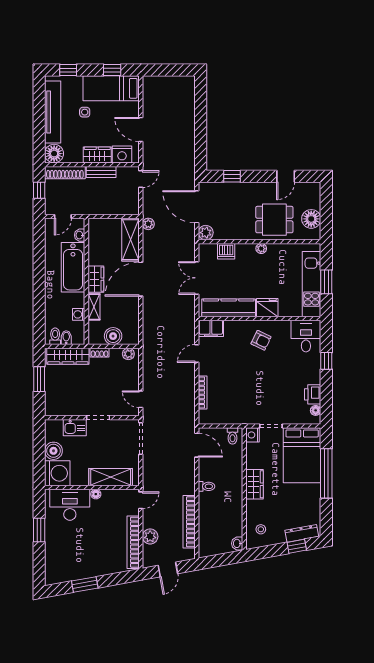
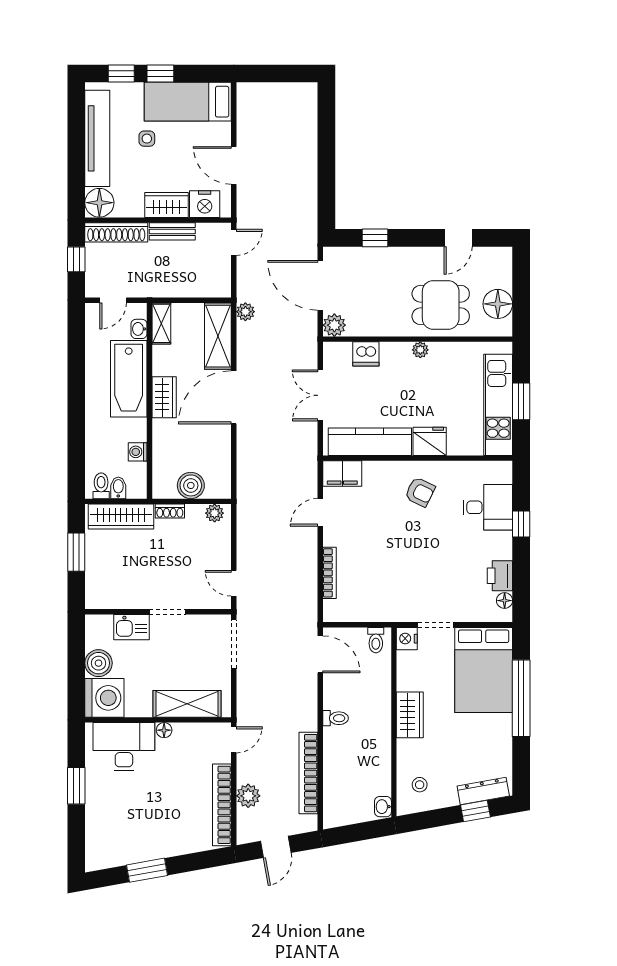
window: (112, 70) -> (160, 73), moved
shelving: (94, 307) -> (161, 323), moved
desk: (306, 336) -> (488, 507), moved, turned 90

